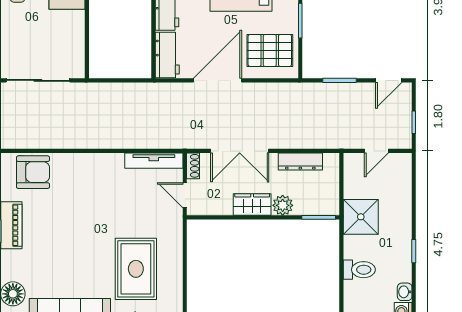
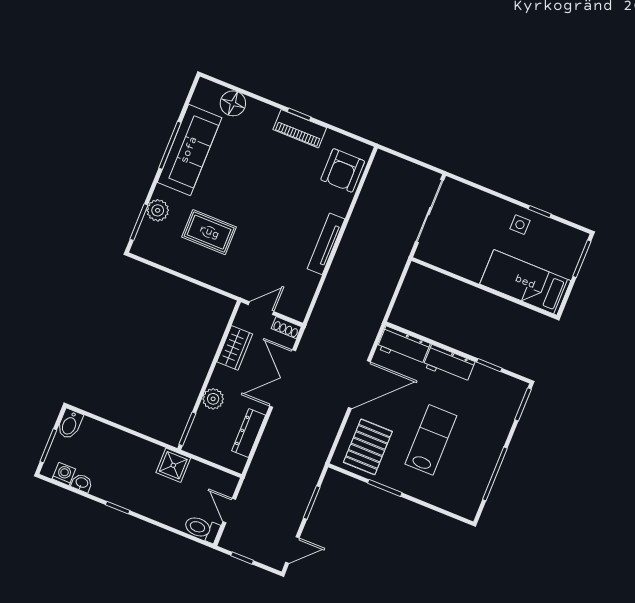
door: (217, 80) -> (359, 385), hinge flipped
door: (389, 80) -> (292, 550), swing flipped
tv unit: (154, 161) -> (326, 244), moved
wardrobe: (252, 204) -> (235, 348), moved
shower: (361, 217) -> (173, 465), width x0.73, depth x0.73
rug: (136, 269) -> (209, 232), width x0.73, depth x0.70
toilet: (359, 270) -> (202, 529), moved, turned 90

